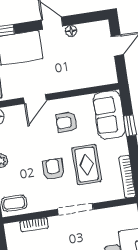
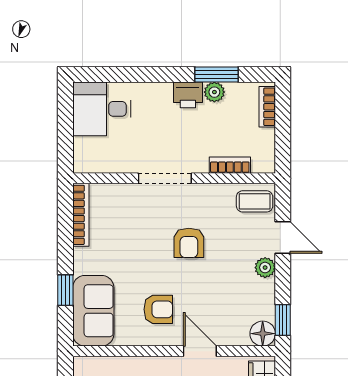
door: (35, 99) -> (200, 351), hinge flipped
rug: (87, 165) -> (138, 242), removed

